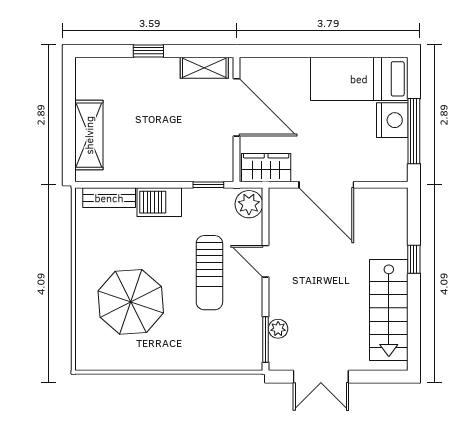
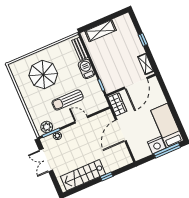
window: (414, 131) -> (167, 150), moved
plant: (249, 204) -> (47, 127), moved
door: (266, 261) -> (81, 120), hinge flipped

